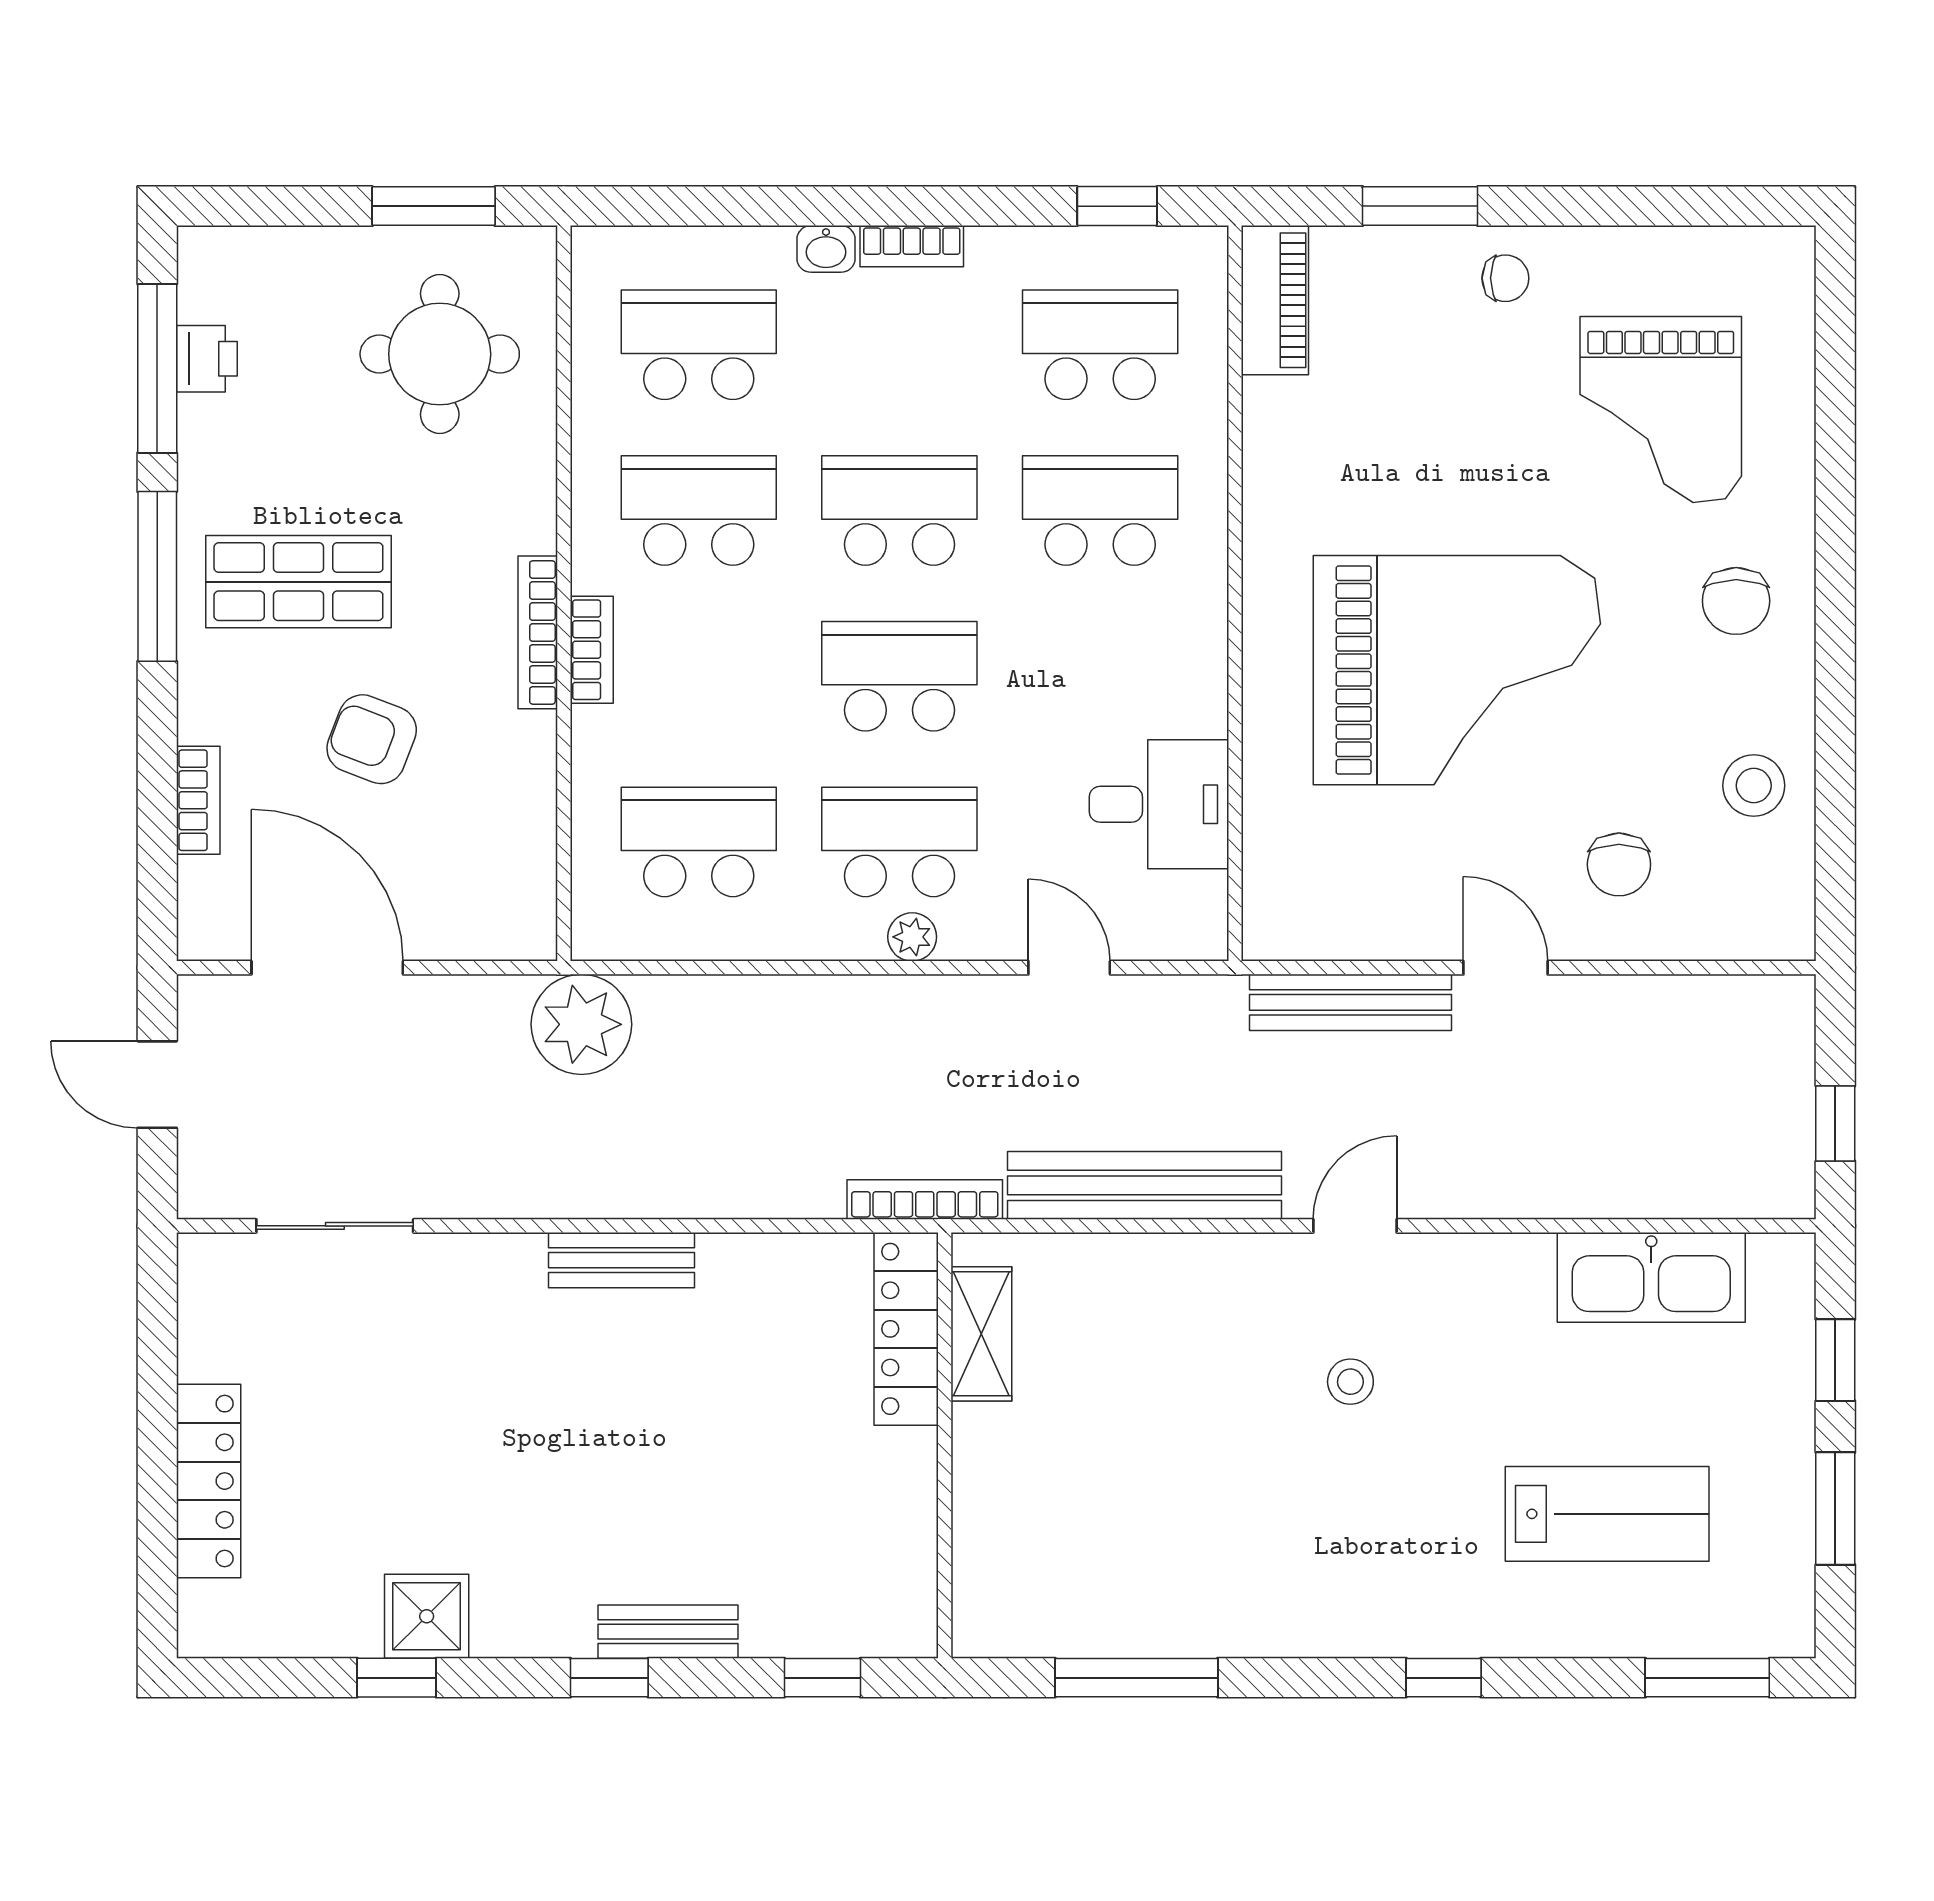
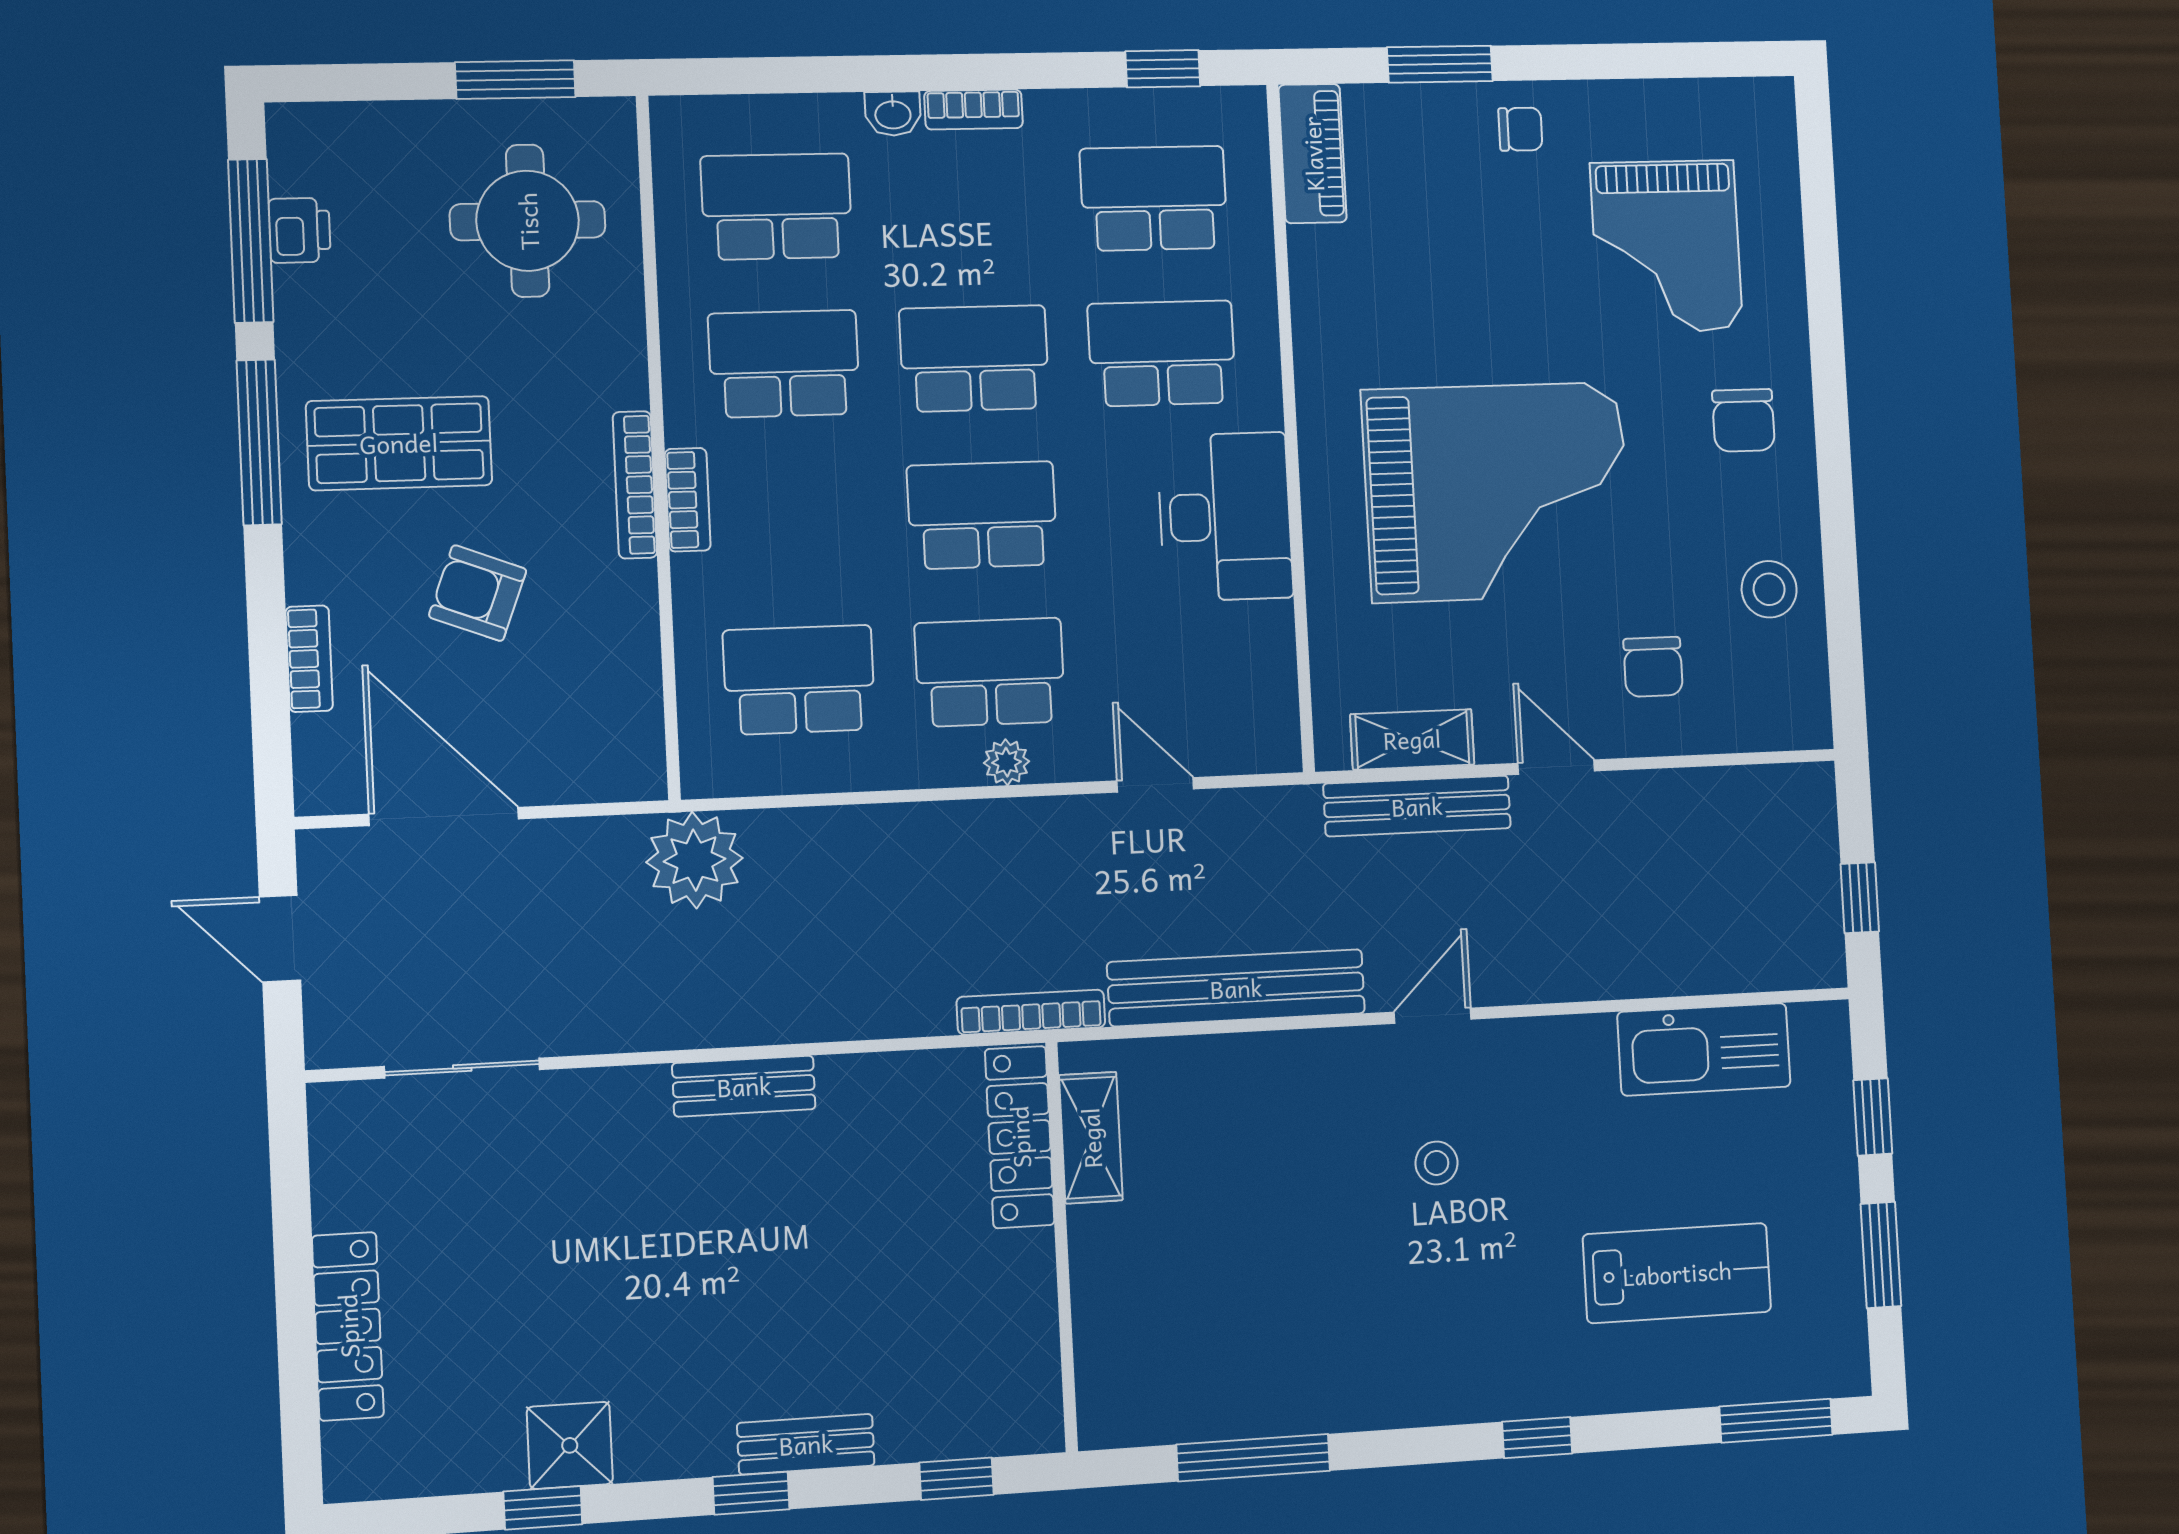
desk: (1159, 804) -> (1225, 517), moved, width x1.37
shelving: (1349, 931) -> (1412, 739), added

